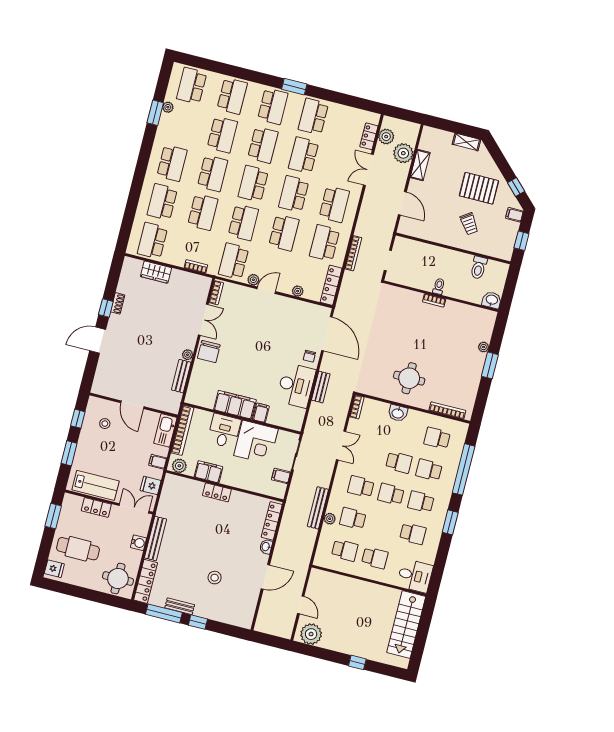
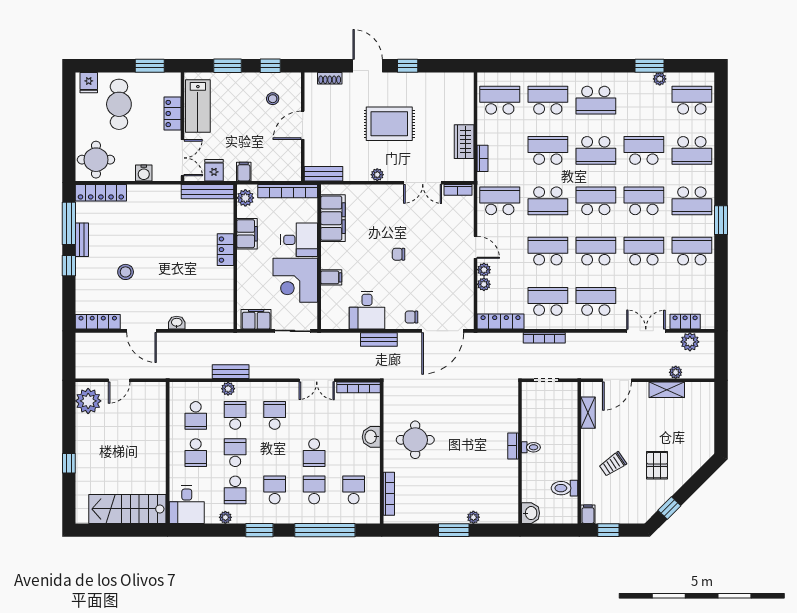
school desk: (222, 135) -> (644, 150), turned 180
shelving: (466, 142) -> (588, 413), moved
school desk: (263, 145) -> (644, 201), turned 180
plant: (403, 153) -> (676, 372), width x0.53, depth x0.53
pallet: (479, 188) -> (657, 465), width x0.67, depth x0.71
school desk: (334, 204) -> (596, 301), turned 180
school desk: (203, 212) -> (548, 150), turned 180
filing cabinet: (514, 215) -> (588, 514), moved
school desk: (284, 233) -> (548, 251), turned 180
wardrobe: (156, 272) -> (464, 142), moved
plant: (253, 280) -> (484, 270), moved
shoe rack: (118, 303) -> (330, 78), moved
rug: (149, 335) -> (389, 124), added
chair: (209, 351) -> (398, 254), moved, width x0.54, depth x0.54
bench: (181, 376) -> (324, 174), moved
desk: (296, 385) -> (367, 310), width x0.73
filing cabinet: (235, 405) -> (333, 218), moved
bookcase: (357, 407) -> (359, 387), width x1.56
kitchen sink: (165, 430) -> (282, 171), removed
filing cabinet: (281, 476) -> (256, 319), width x2.00
school desk: (391, 494) -> (235, 453), moved
bench: (318, 508) -> (231, 372), width x0.73
locker: (272, 521) -> (98, 322), moved
bench: (155, 539) -> (207, 192), moved
plant: (433, 547) -> (225, 517), added

